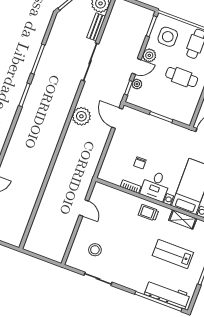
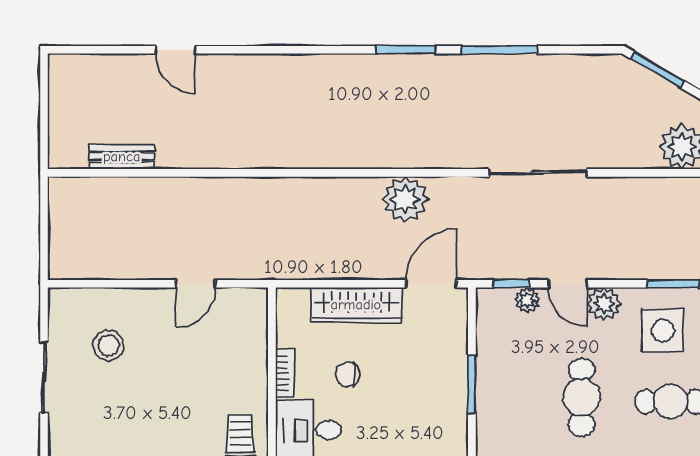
bench: (96, 27) -> (122, 157), moved
wardrobe: (115, 150) -> (356, 305), added

